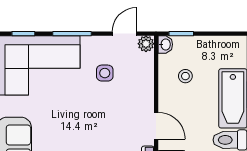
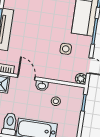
washbasin: (165, 44) -> (42, 86), moved
door: (156, 126) -> (26, 77), swing flipped

